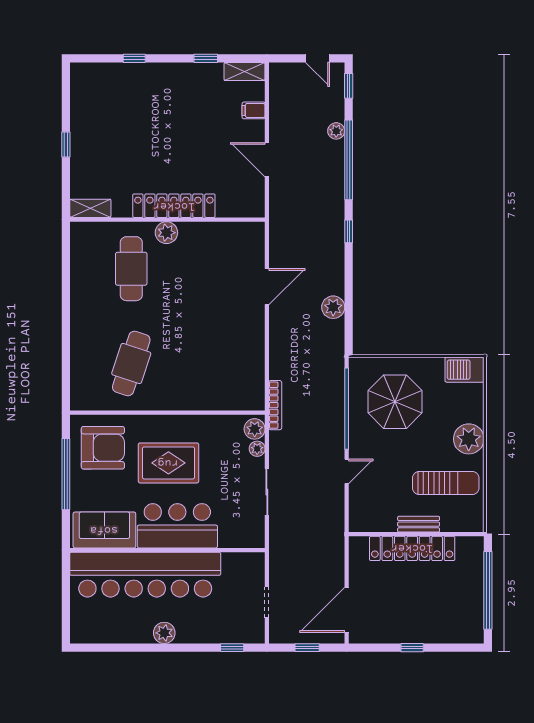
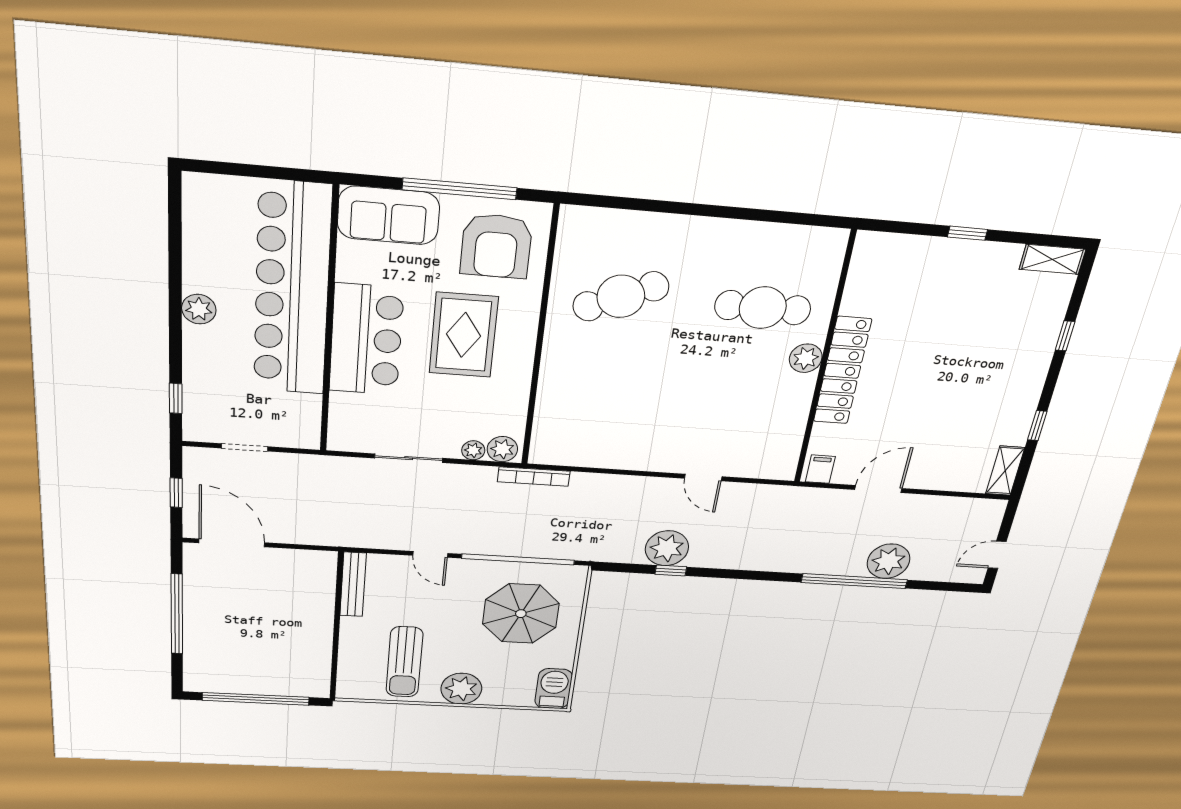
window: (349, 86) -> (951, 587), removed
filing cabinet: (254, 110) -> (820, 469), moved
plant: (336, 131) -> (888, 561), width x1.87, depth x1.87
shelving: (90, 208) -> (1052, 259), moved, turned 90
window: (349, 231) -> (671, 570), moved
door: (267, 287) -> (703, 478), width x0.73
plant: (333, 307) -> (667, 548), width x1.36, depth x1.36
cafe table: (131, 363) -> (621, 296), turned -42
bench: (419, 524) -> (353, 584), moved, width x1.36
sofa: (104, 530) -> (388, 215), moved, turned 90
locker: (412, 548) -> (317, 622), removed
window: (412, 648) -> (177, 614), width x3.17

